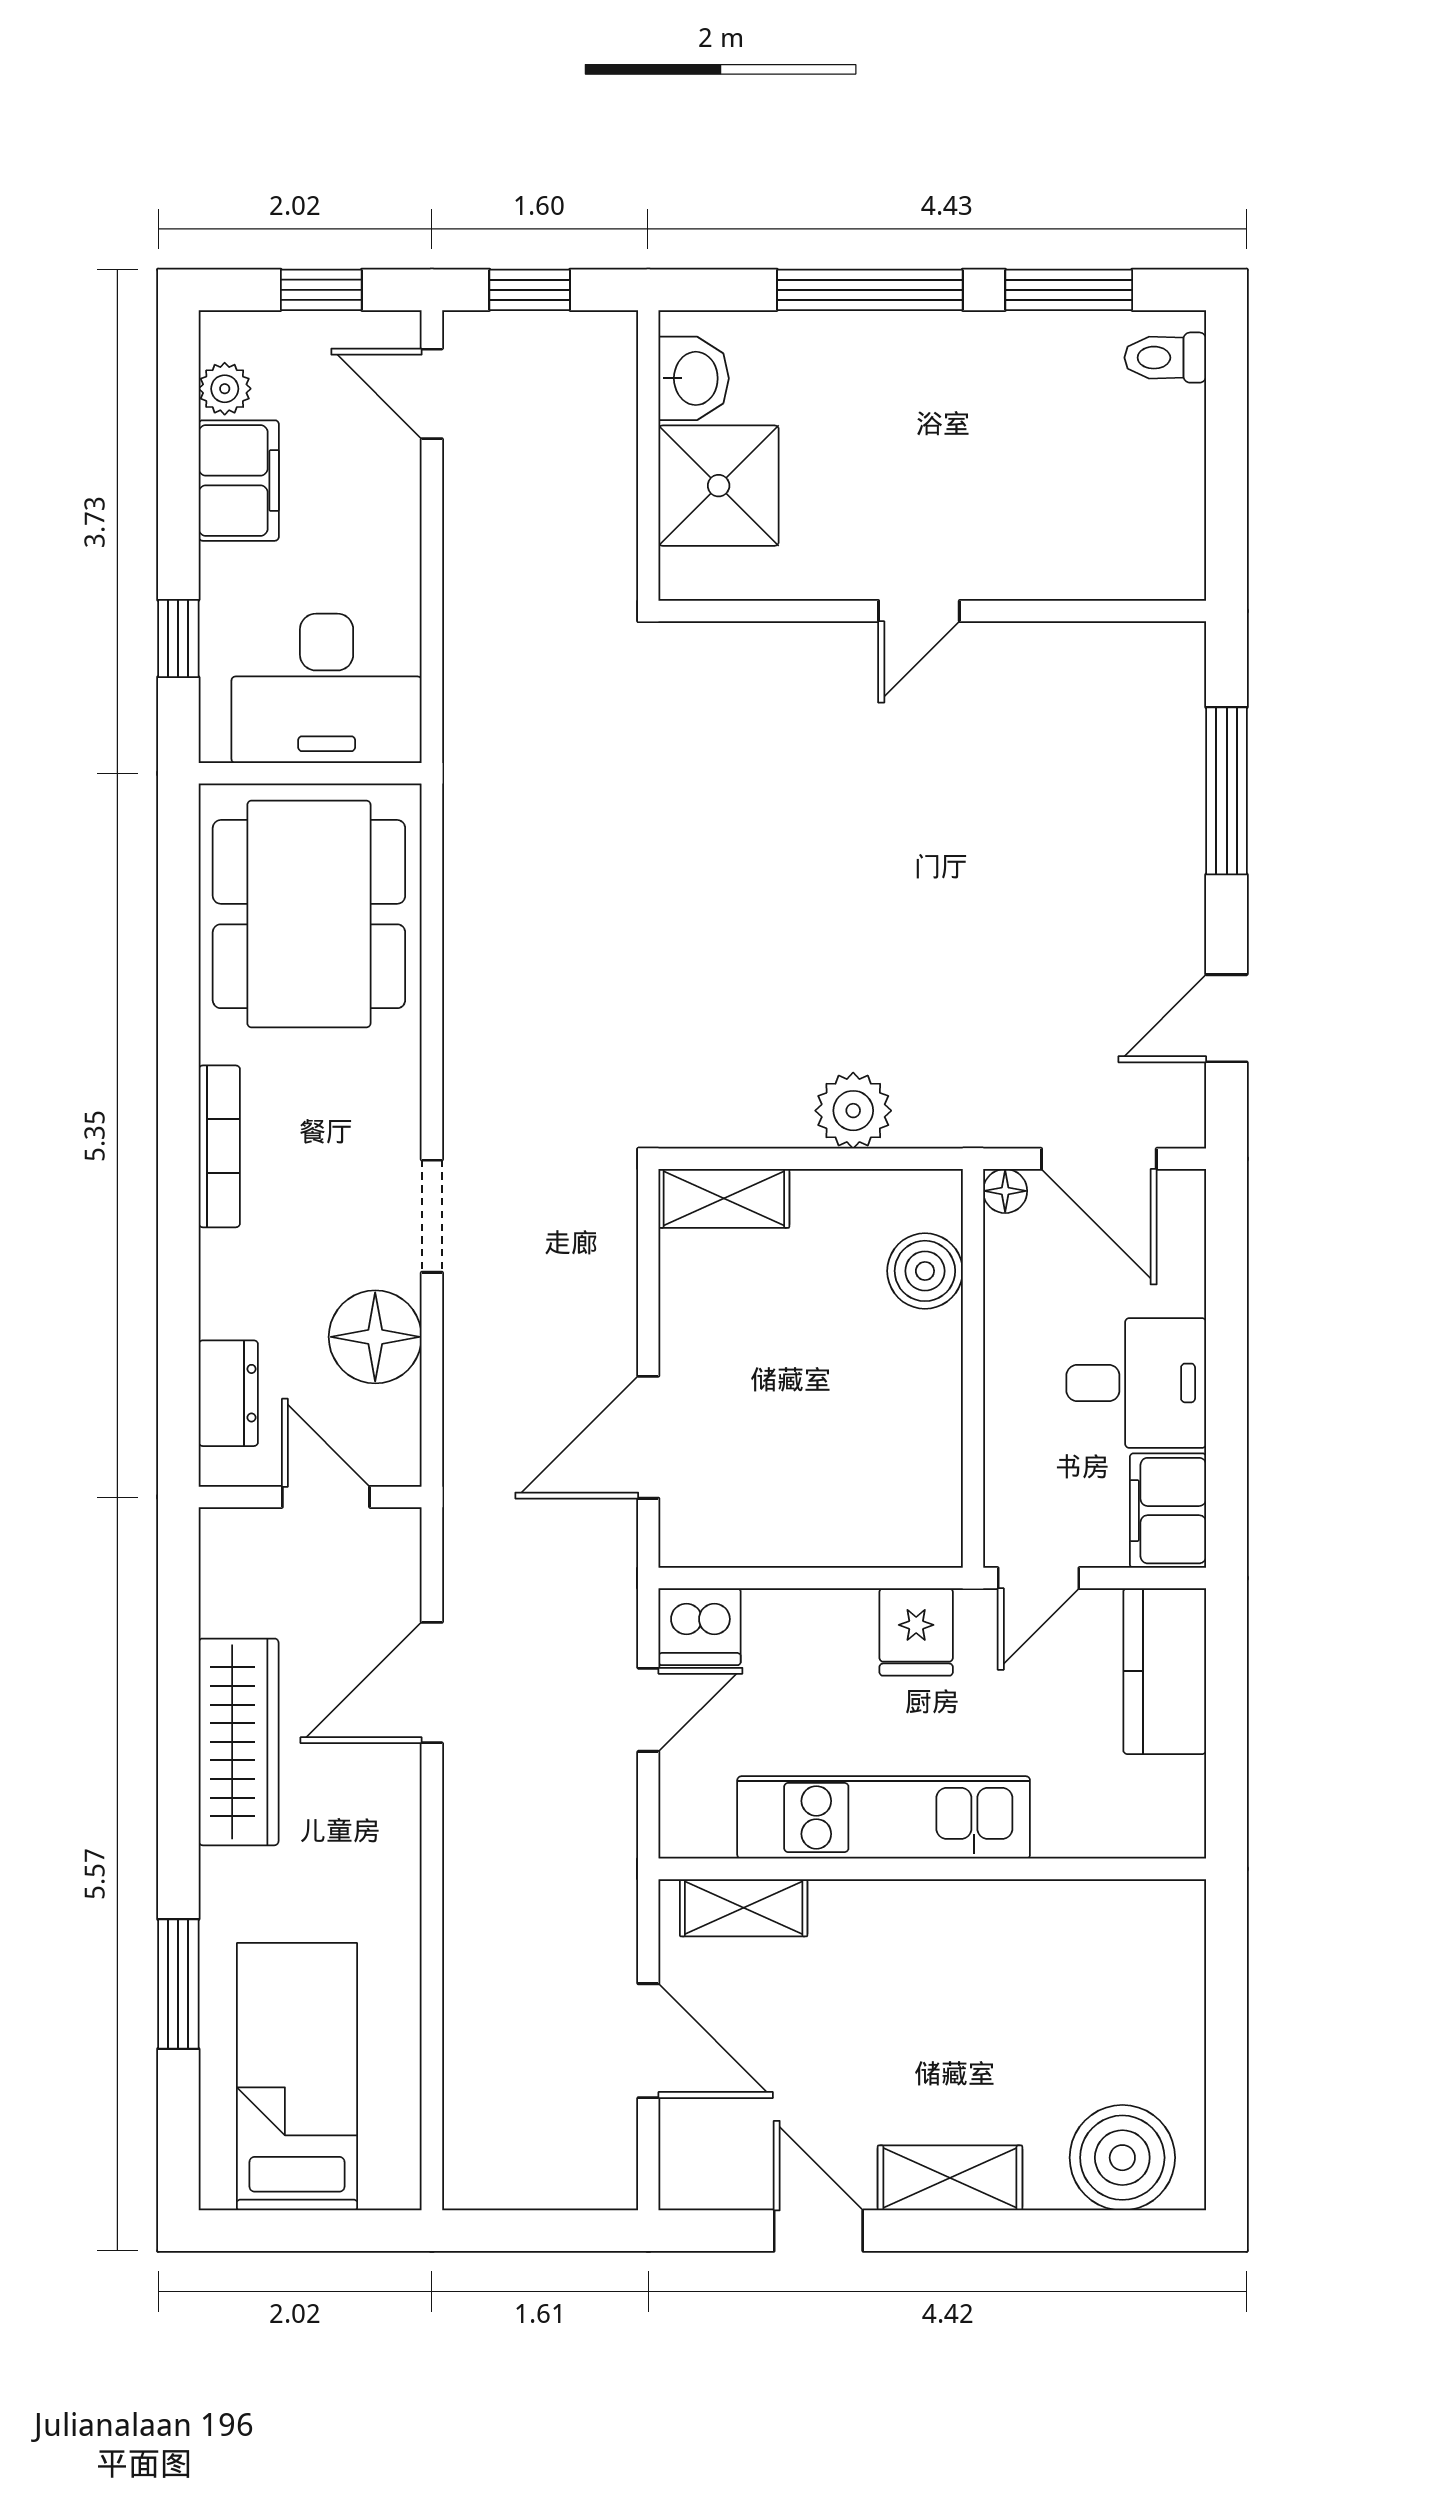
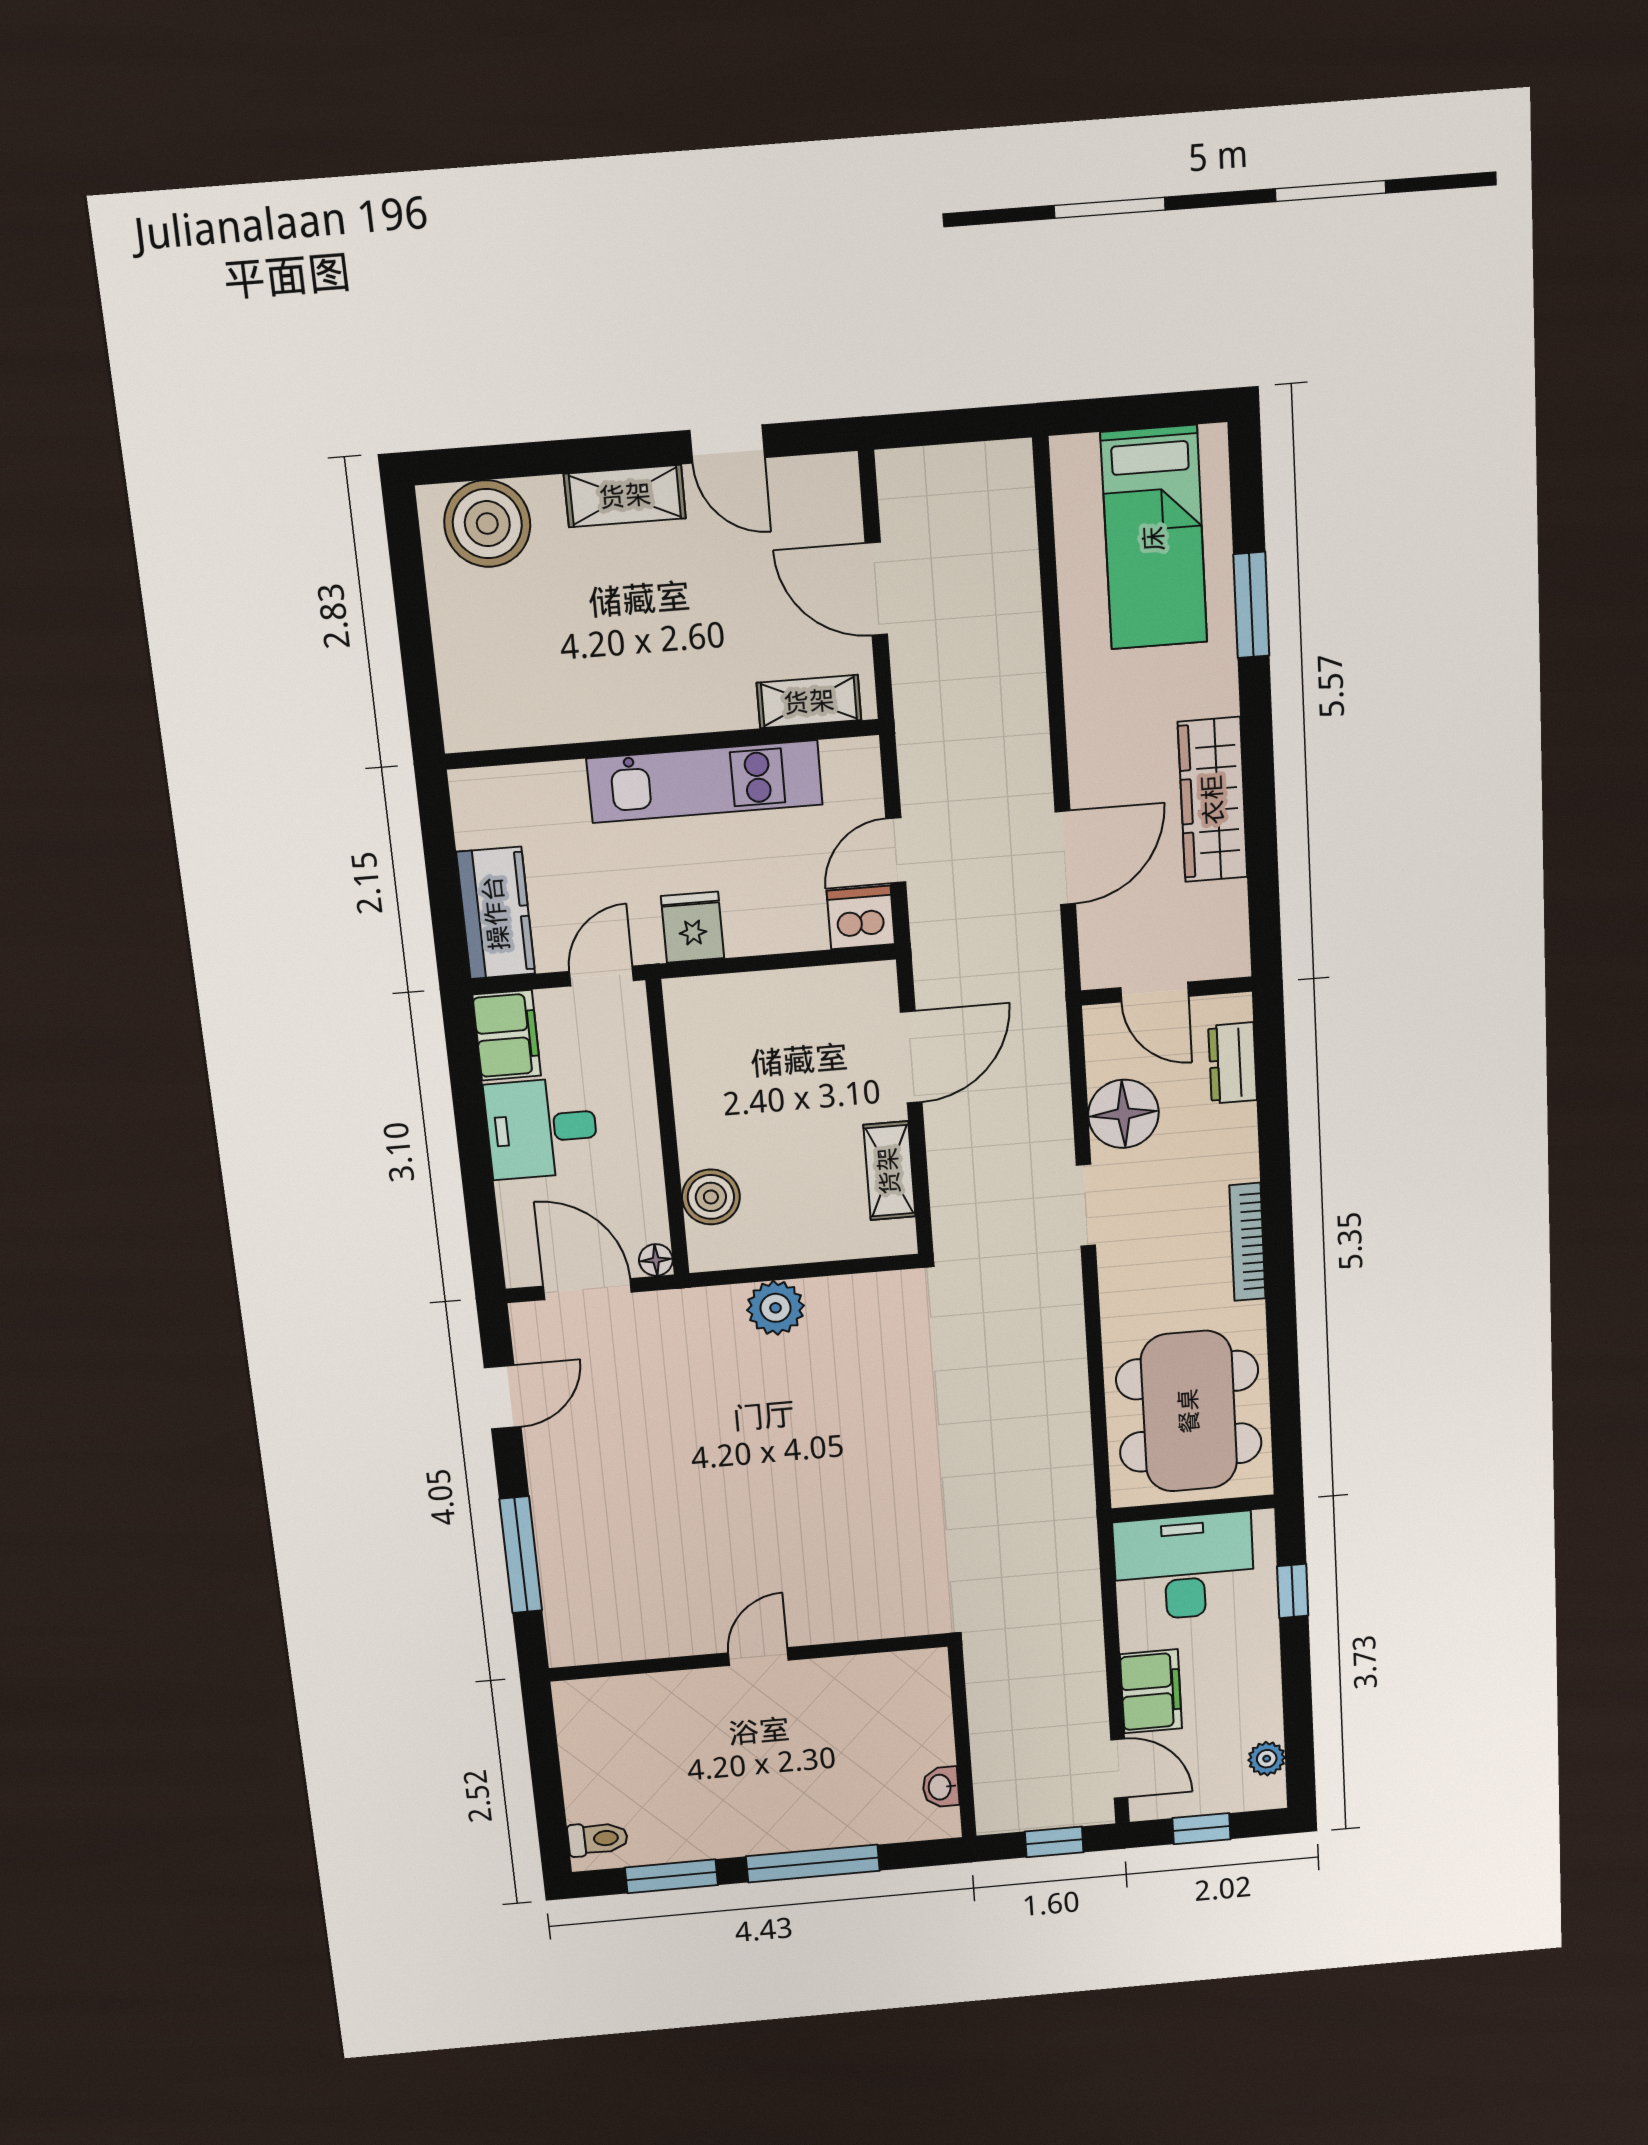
washbasin: (694, 378) -> (941, 1787), width x0.72, depth x0.69
filing cabinet: (239, 481) -> (1151, 1691), moved, turned 180
shower: (719, 486) -> (910, 1727), removed
shelving: (724, 1198) -> (889, 1171), moved, turned 90

